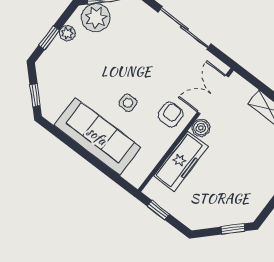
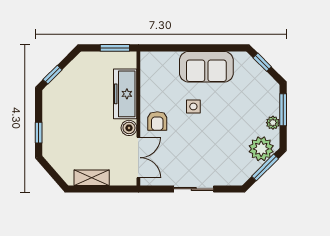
sliding door: (185, 28) -> (194, 189), width x0.73
window: (49, 38) -> (283, 110), width x1.50
sofa: (97, 136) -> (206, 67), width x0.73
window: (158, 210) -> (115, 48), width x1.50

